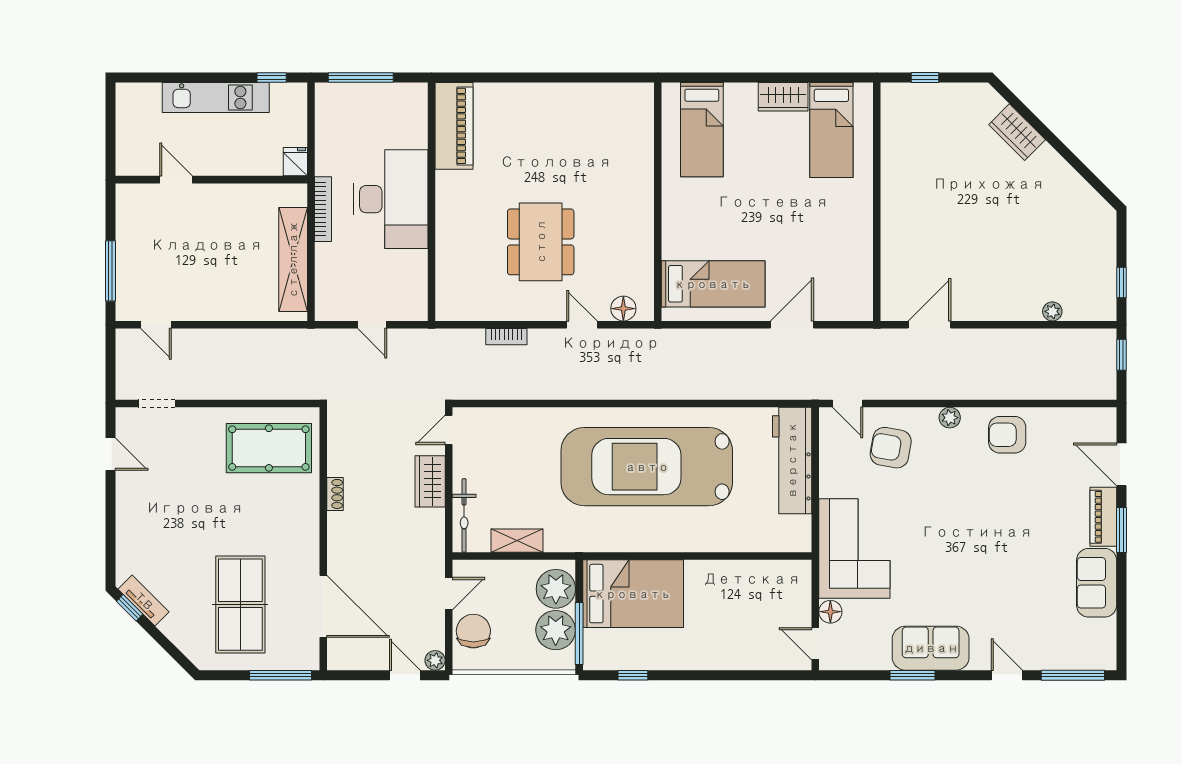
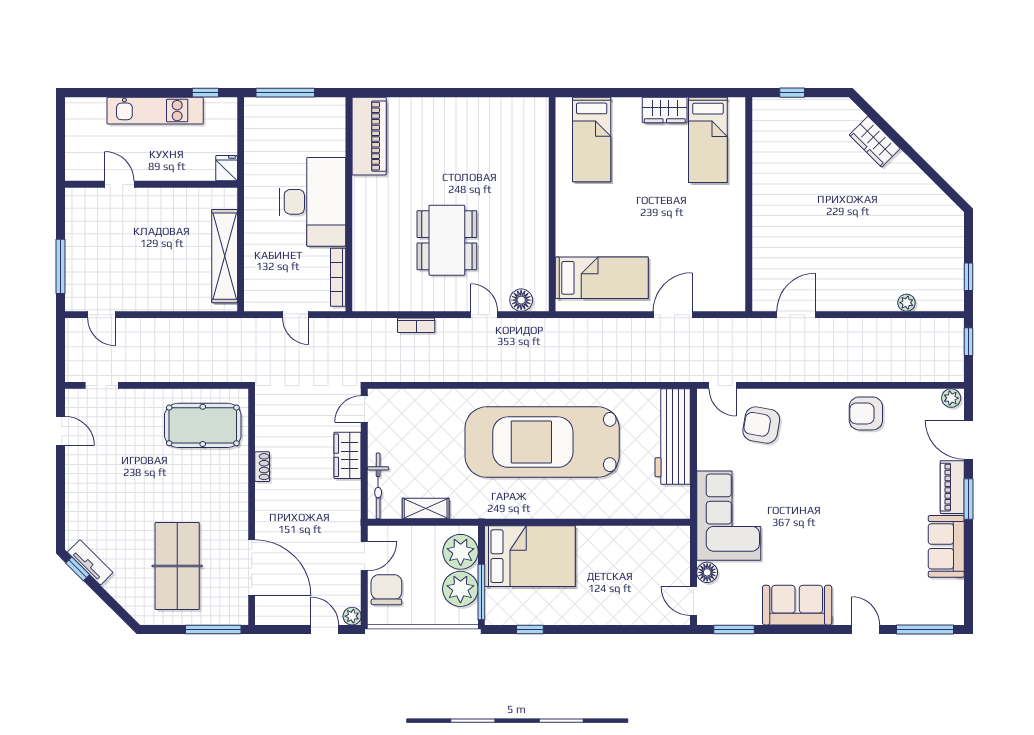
bookcase: (323, 209) -> (338, 277), moved, turned 180
plant: (950, 418) -> (951, 398), moved
window: (912, 675) -> (734, 629), moved

